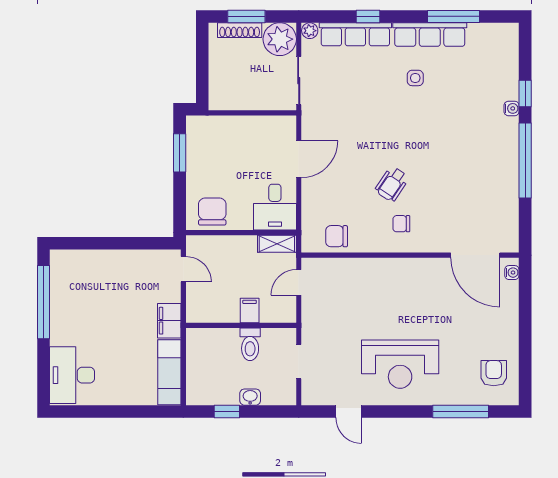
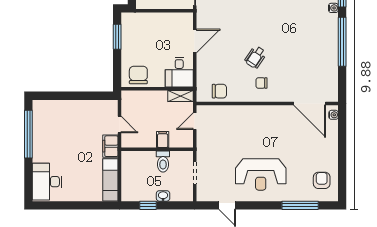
chair: (337, 236) -> (219, 91), turned 180
door: (183, 269) -> (119, 124), moved

